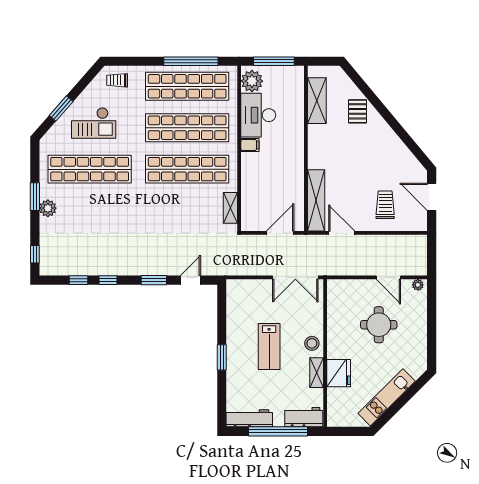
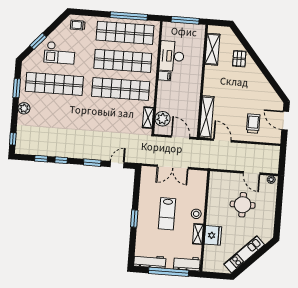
plant: (252, 81) -> (163, 119), moved
window: (35, 197) -> (17, 88), moved
door: (280, 233) -> (180, 137), hinge flipped
double door: (295, 277) -> (173, 167), moved

